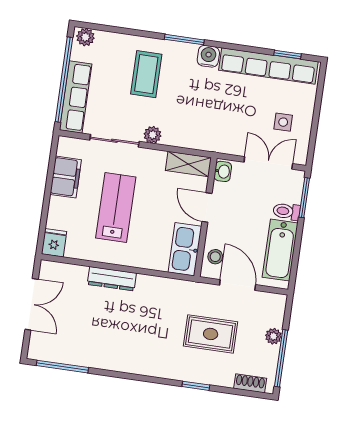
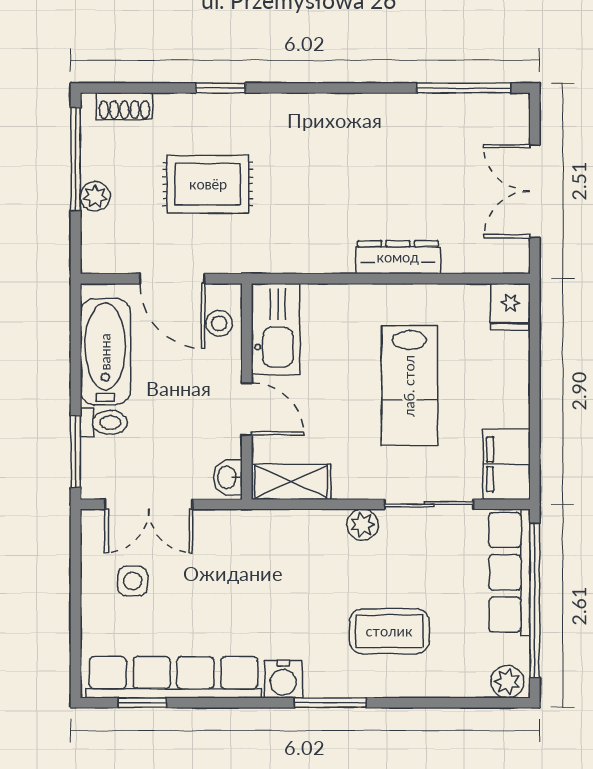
coffee table: (146, 74) -> (389, 631), turned 90
filing cabinet: (66, 177) -> (506, 464), moved

